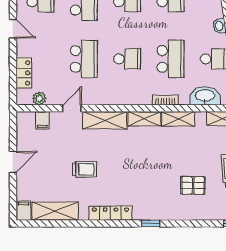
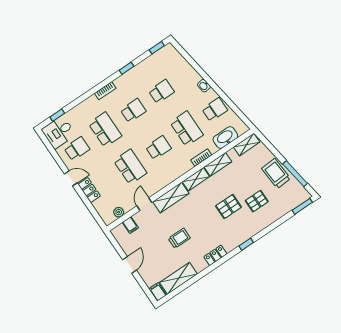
locker: (24, 73) -> (89, 190), moved
pallet: (159, 171) -> (229, 207), added
locker: (110, 213) -> (215, 255), width x0.66

